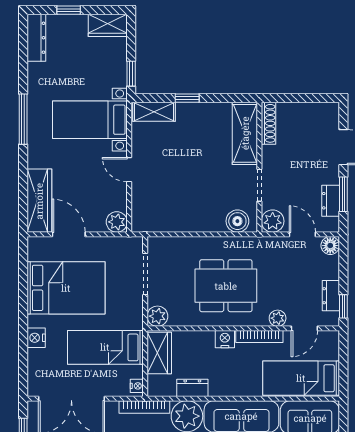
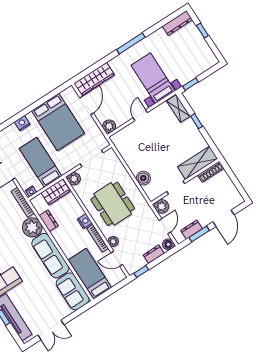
wardrobe: (108, 25) -> (208, 56), removed
boiler: (237, 221) -> (143, 178), moved
dresser: (331, 296) -> (154, 254), moved

